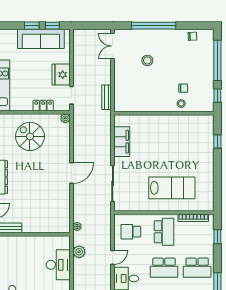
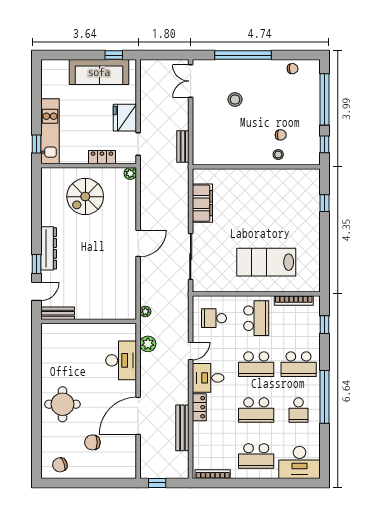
window: (32, 26) -> (87, 55), removed
spiral stairs: (30, 136) -> (85, 197), turned -90
lab bench: (172, 188) -> (266, 262), turned 180

